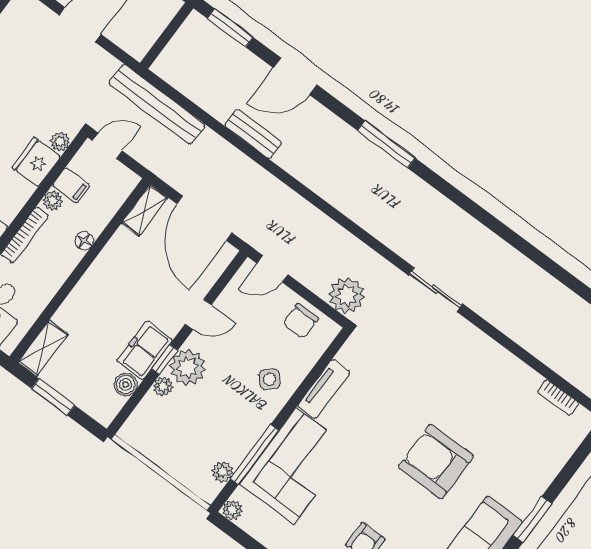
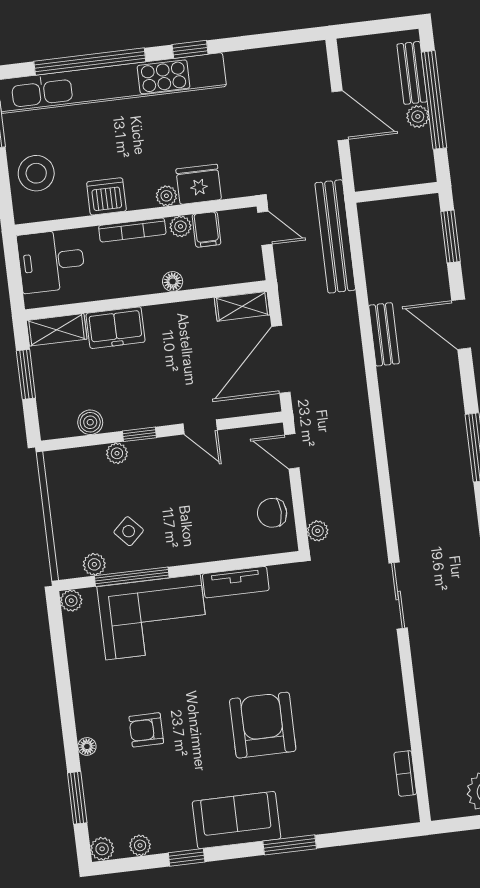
plant: (60, 142) -> (166, 196), moved
plant: (347, 295) -> (318, 531), width x0.53, depth x0.53
freezer: (145, 350) -> (116, 328), moved, turned 180
plant: (188, 367) -> (150, 458), removed
side table: (270, 379) -> (129, 531), moved

